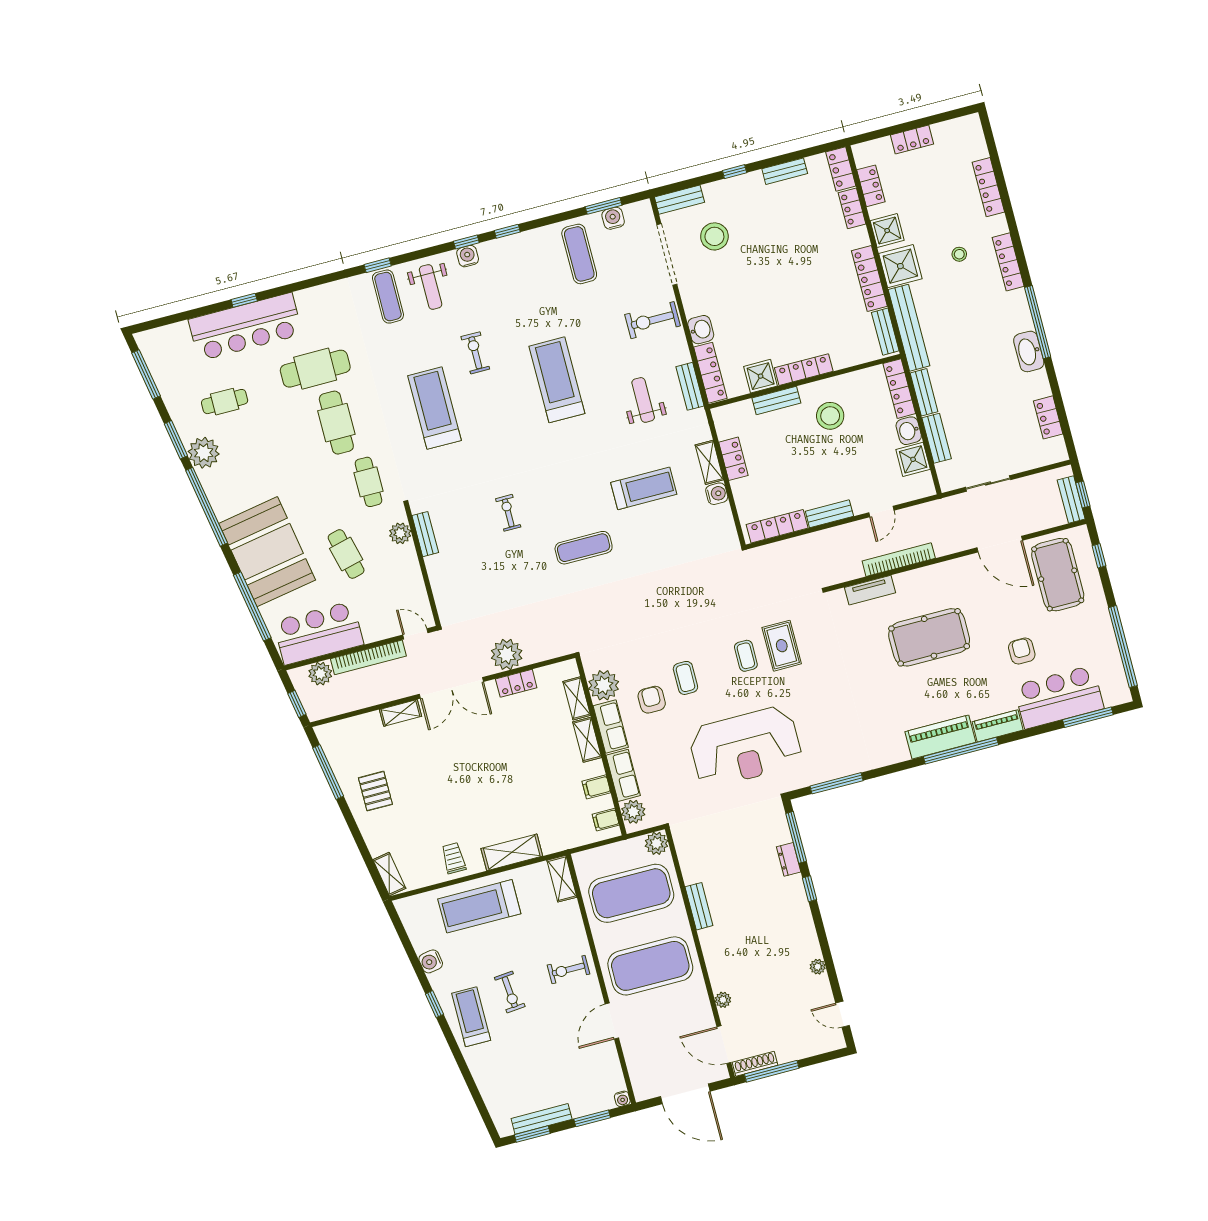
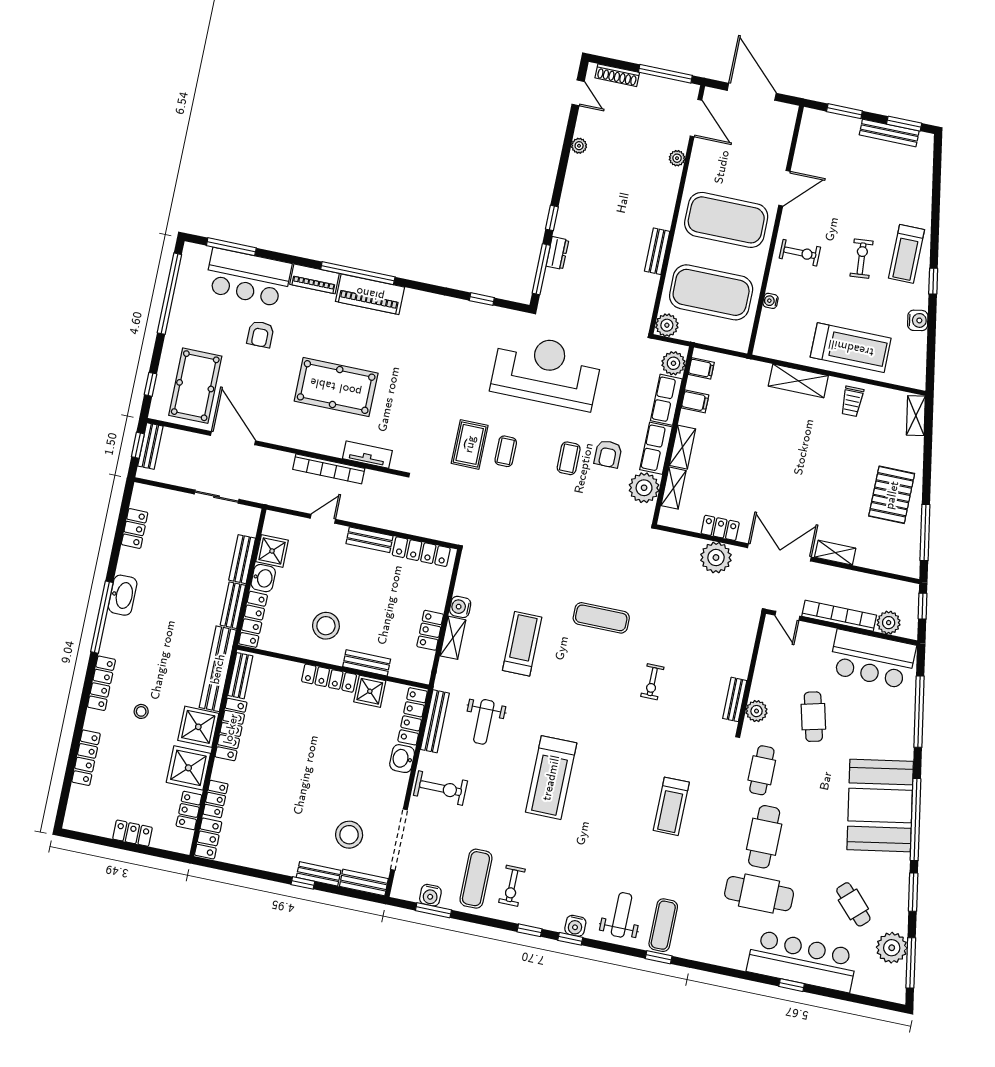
bench: (785, 171) -> (319, 874), moved
shower: (887, 231) -> (188, 768), width x1.36, depth x1.36
exercise bike: (475, 353) -> (512, 886), moved
bench: (690, 386) -> (435, 721), width x1.36
cafe table: (225, 402) -> (853, 904), turned 47
treadmill: (435, 408) -> (671, 806), width x0.73, depth x0.73
plant: (204, 453) -> (892, 948), moved
treadmill: (644, 488) -> (522, 644), turned 90
booth: (267, 552) -> (880, 806), moved
window: (837, 783) -> (482, 299), width x0.46
pallet: (375, 791) -> (892, 495), width x1.50, depth x1.42
shelving: (562, 879) -> (766, 336), removed
shoe rack: (755, 1064) -> (617, 75), moved
water cooler: (622, 1099) -> (770, 301), moved, turned -90

